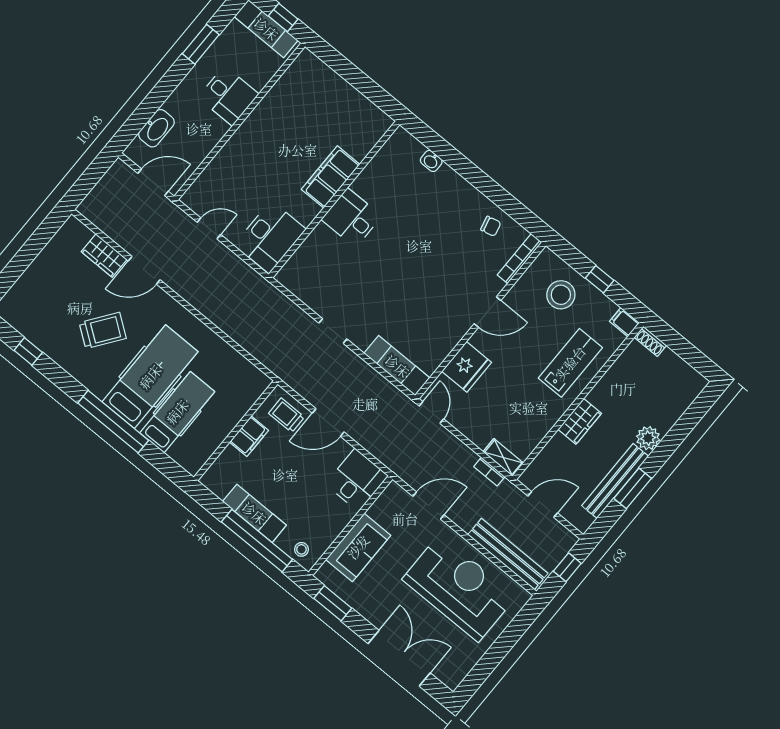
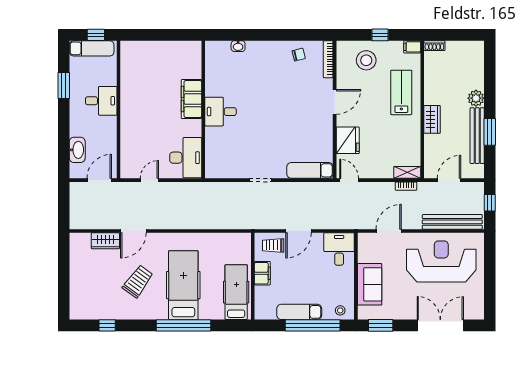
hospital bed: (177, 412) -> (236, 292), moved

